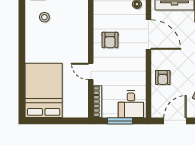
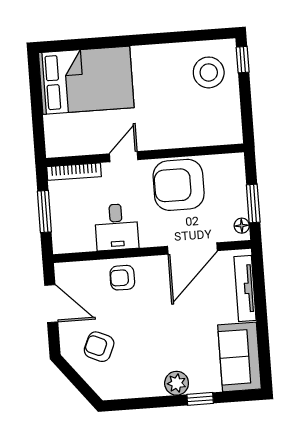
stool: (44, 17) -> (209, 72), width x1.89, depth x1.89
armchair: (110, 40) -> (179, 185), width x1.88, depth x1.88
desk: (131, 104) -> (116, 227), moved, turned -90

